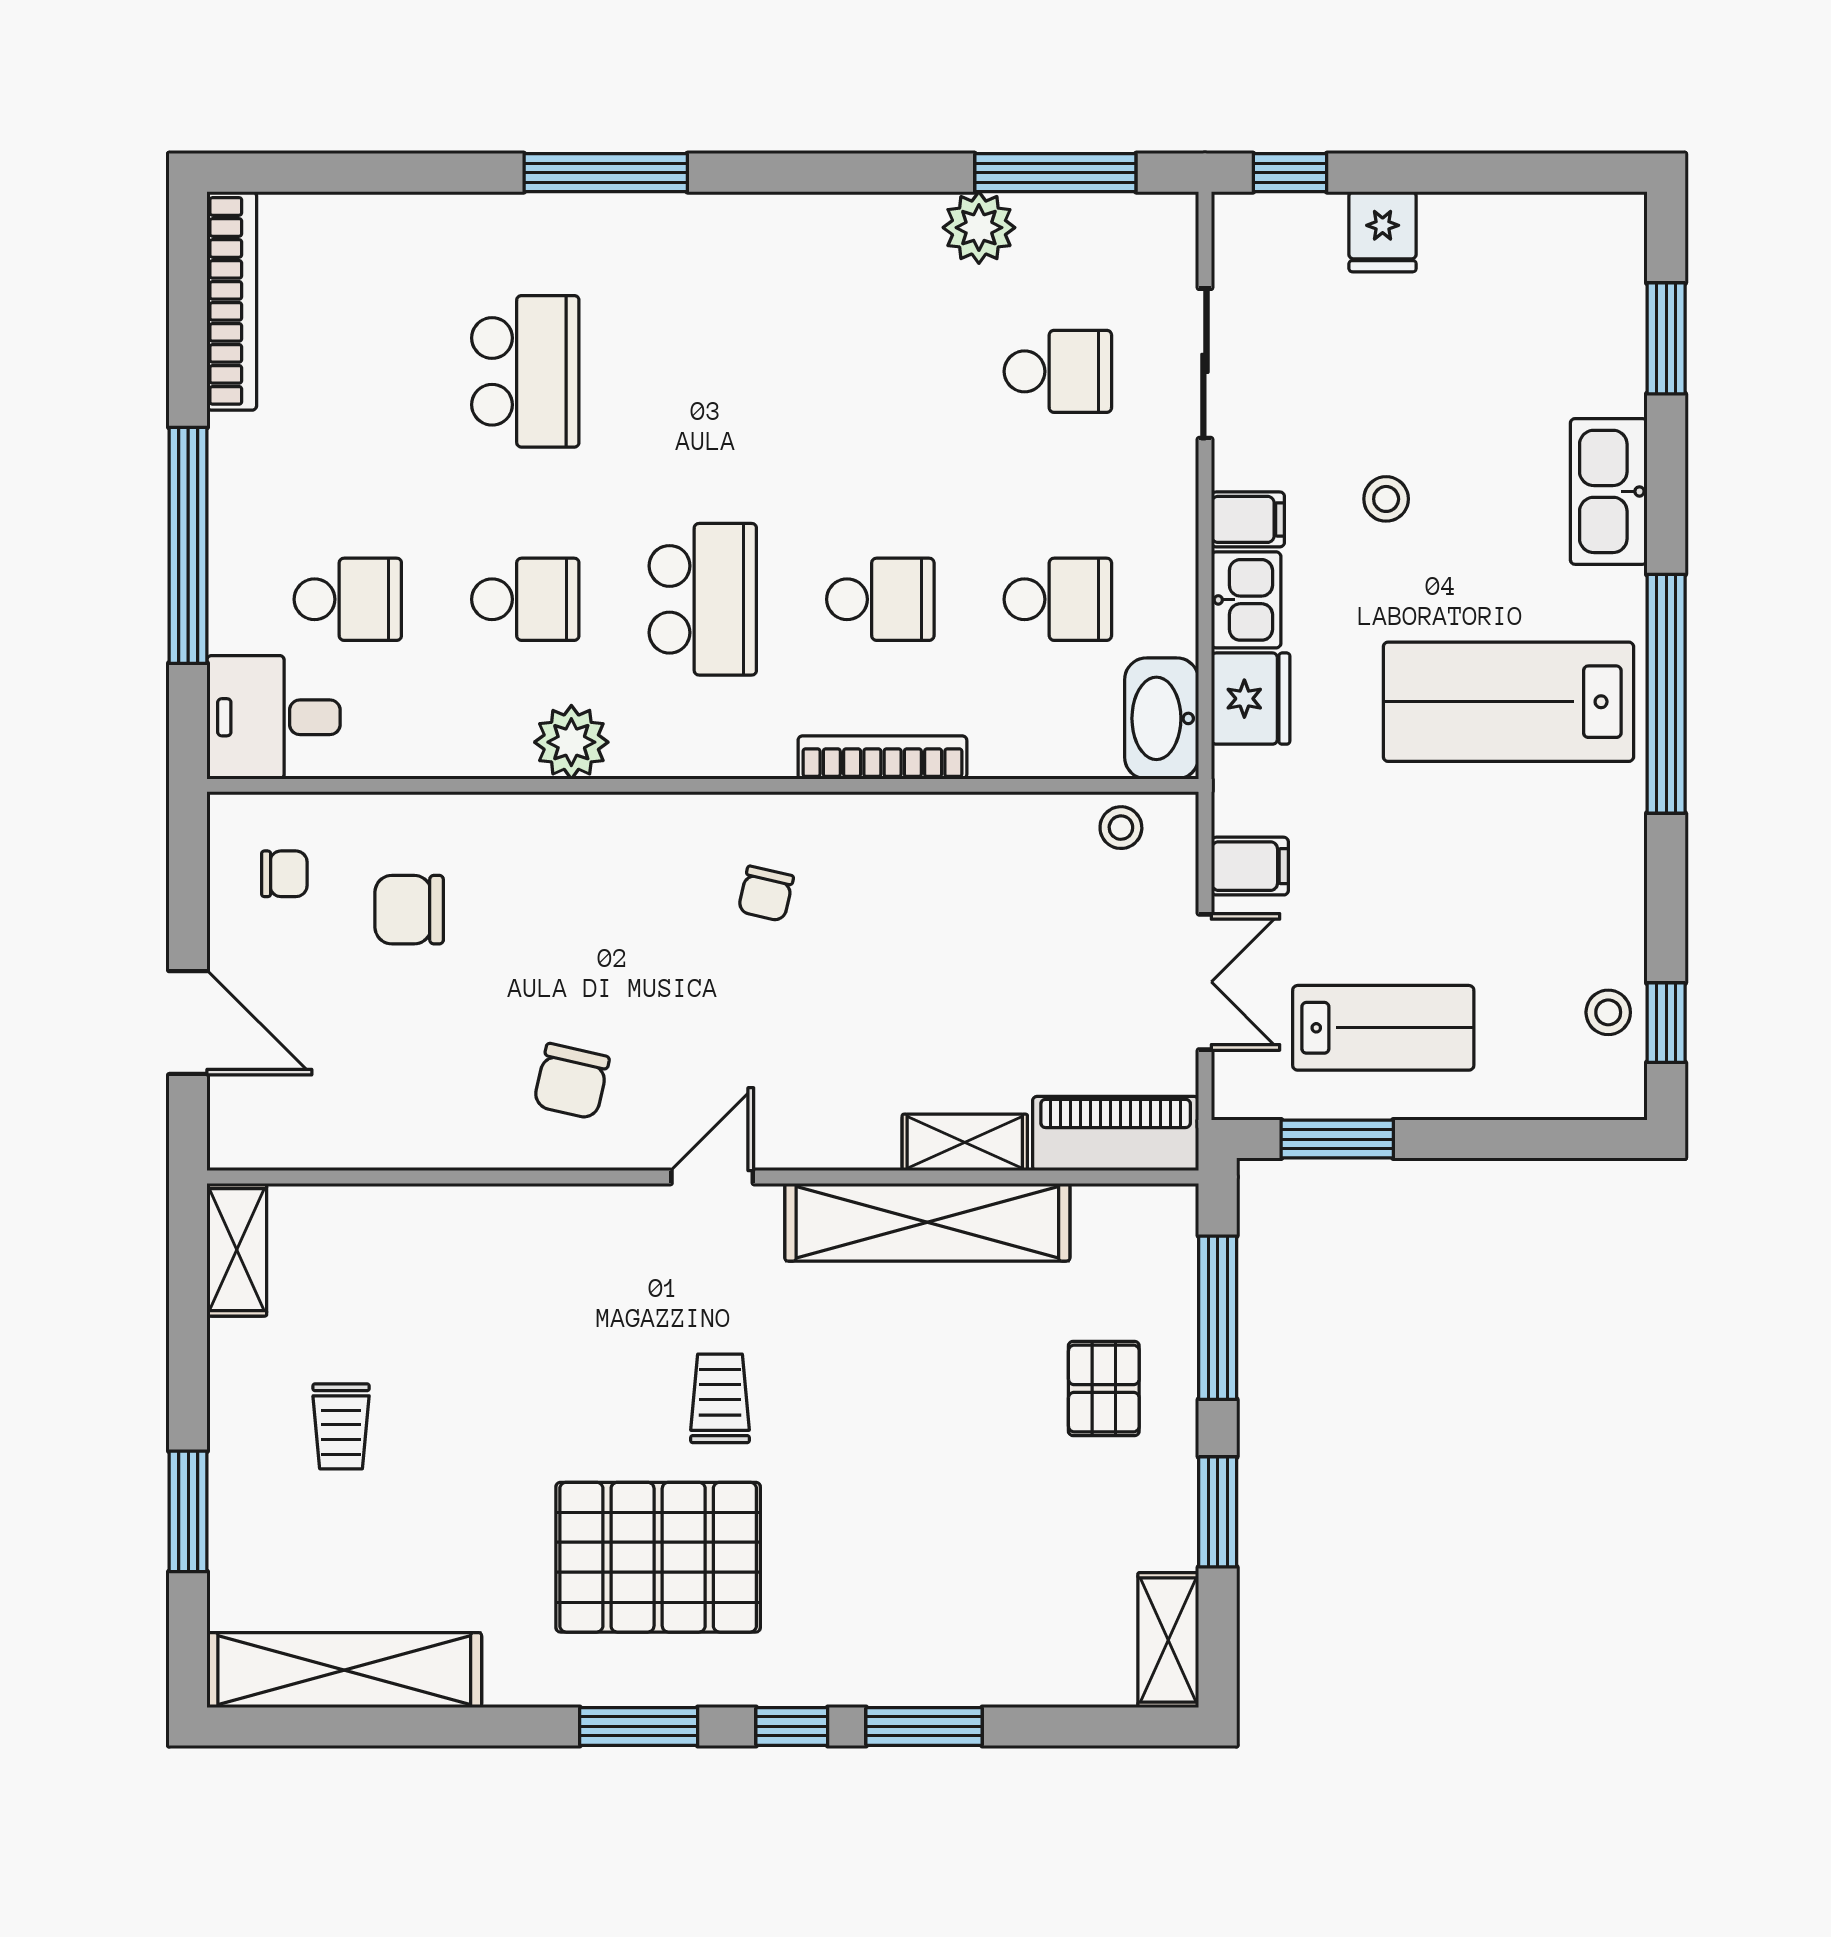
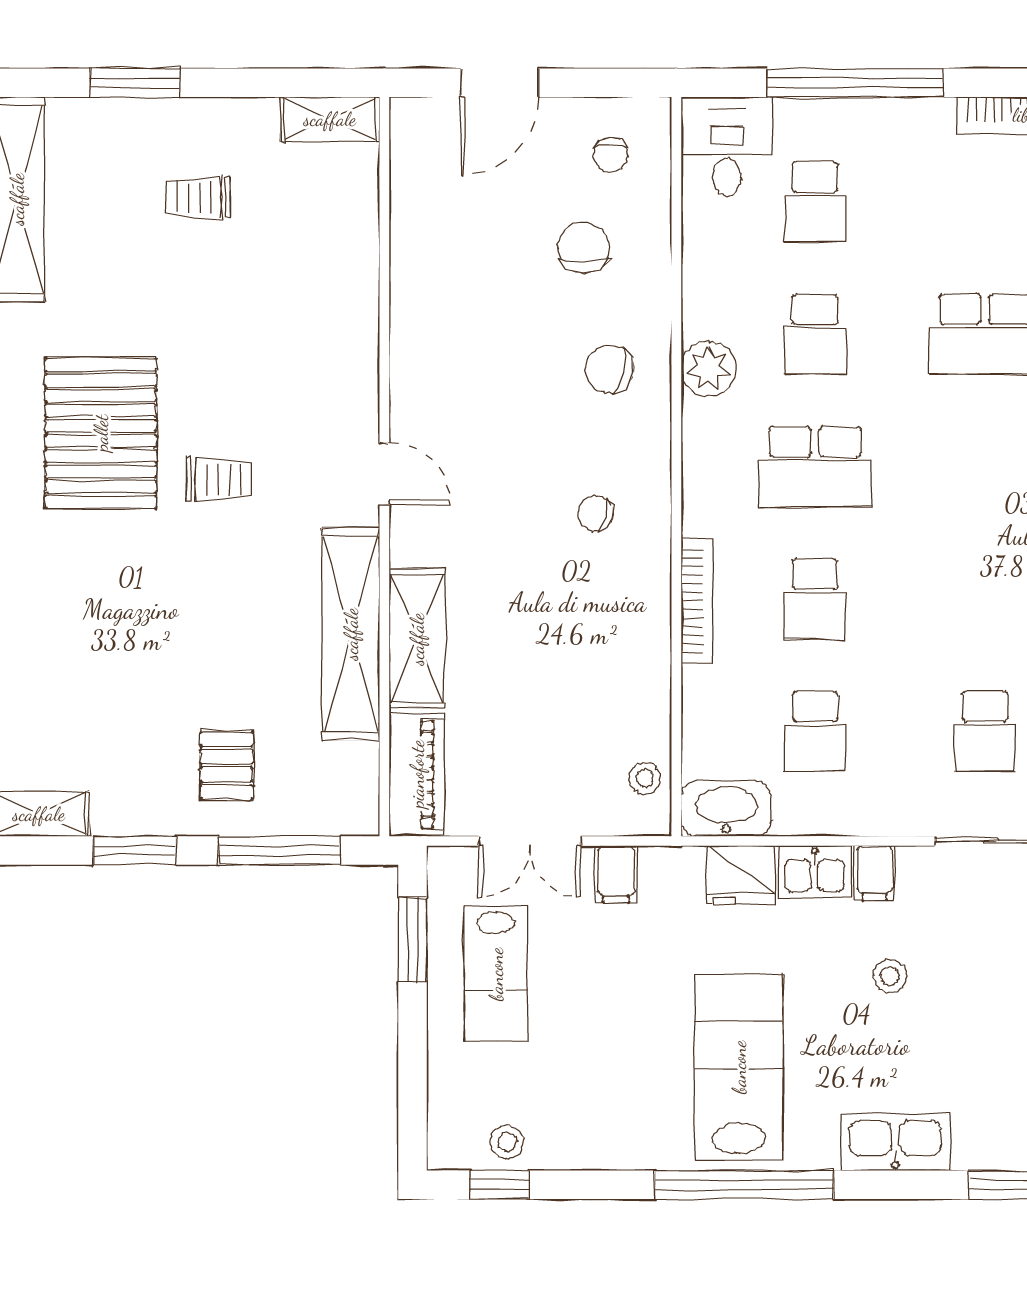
chair: (571, 1081) -> (610, 369), moved
shelving: (965, 1142) -> (417, 639), width x1.50, depth x1.33
pallet: (1104, 1388) -> (227, 766), turned 90

